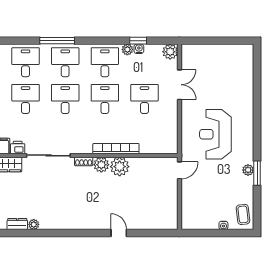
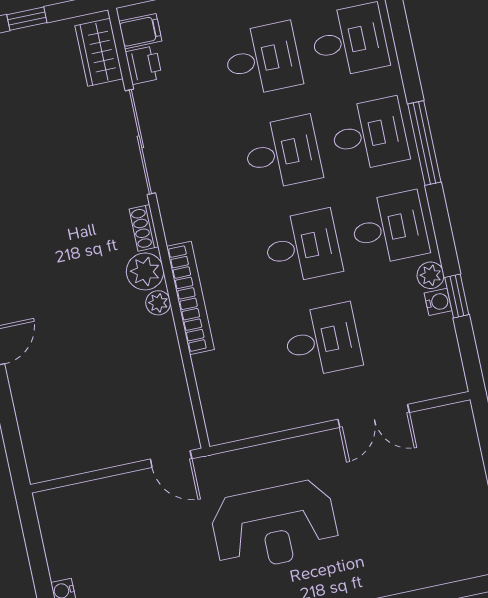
window: (57, 41) -> (424, 143), moved
plant: (170, 52) -> (447, 377), removed
reception desk: (215, 134) -> (274, 526), turned 180
plant: (120, 167) -> (158, 303), width x0.53, depth x0.53

